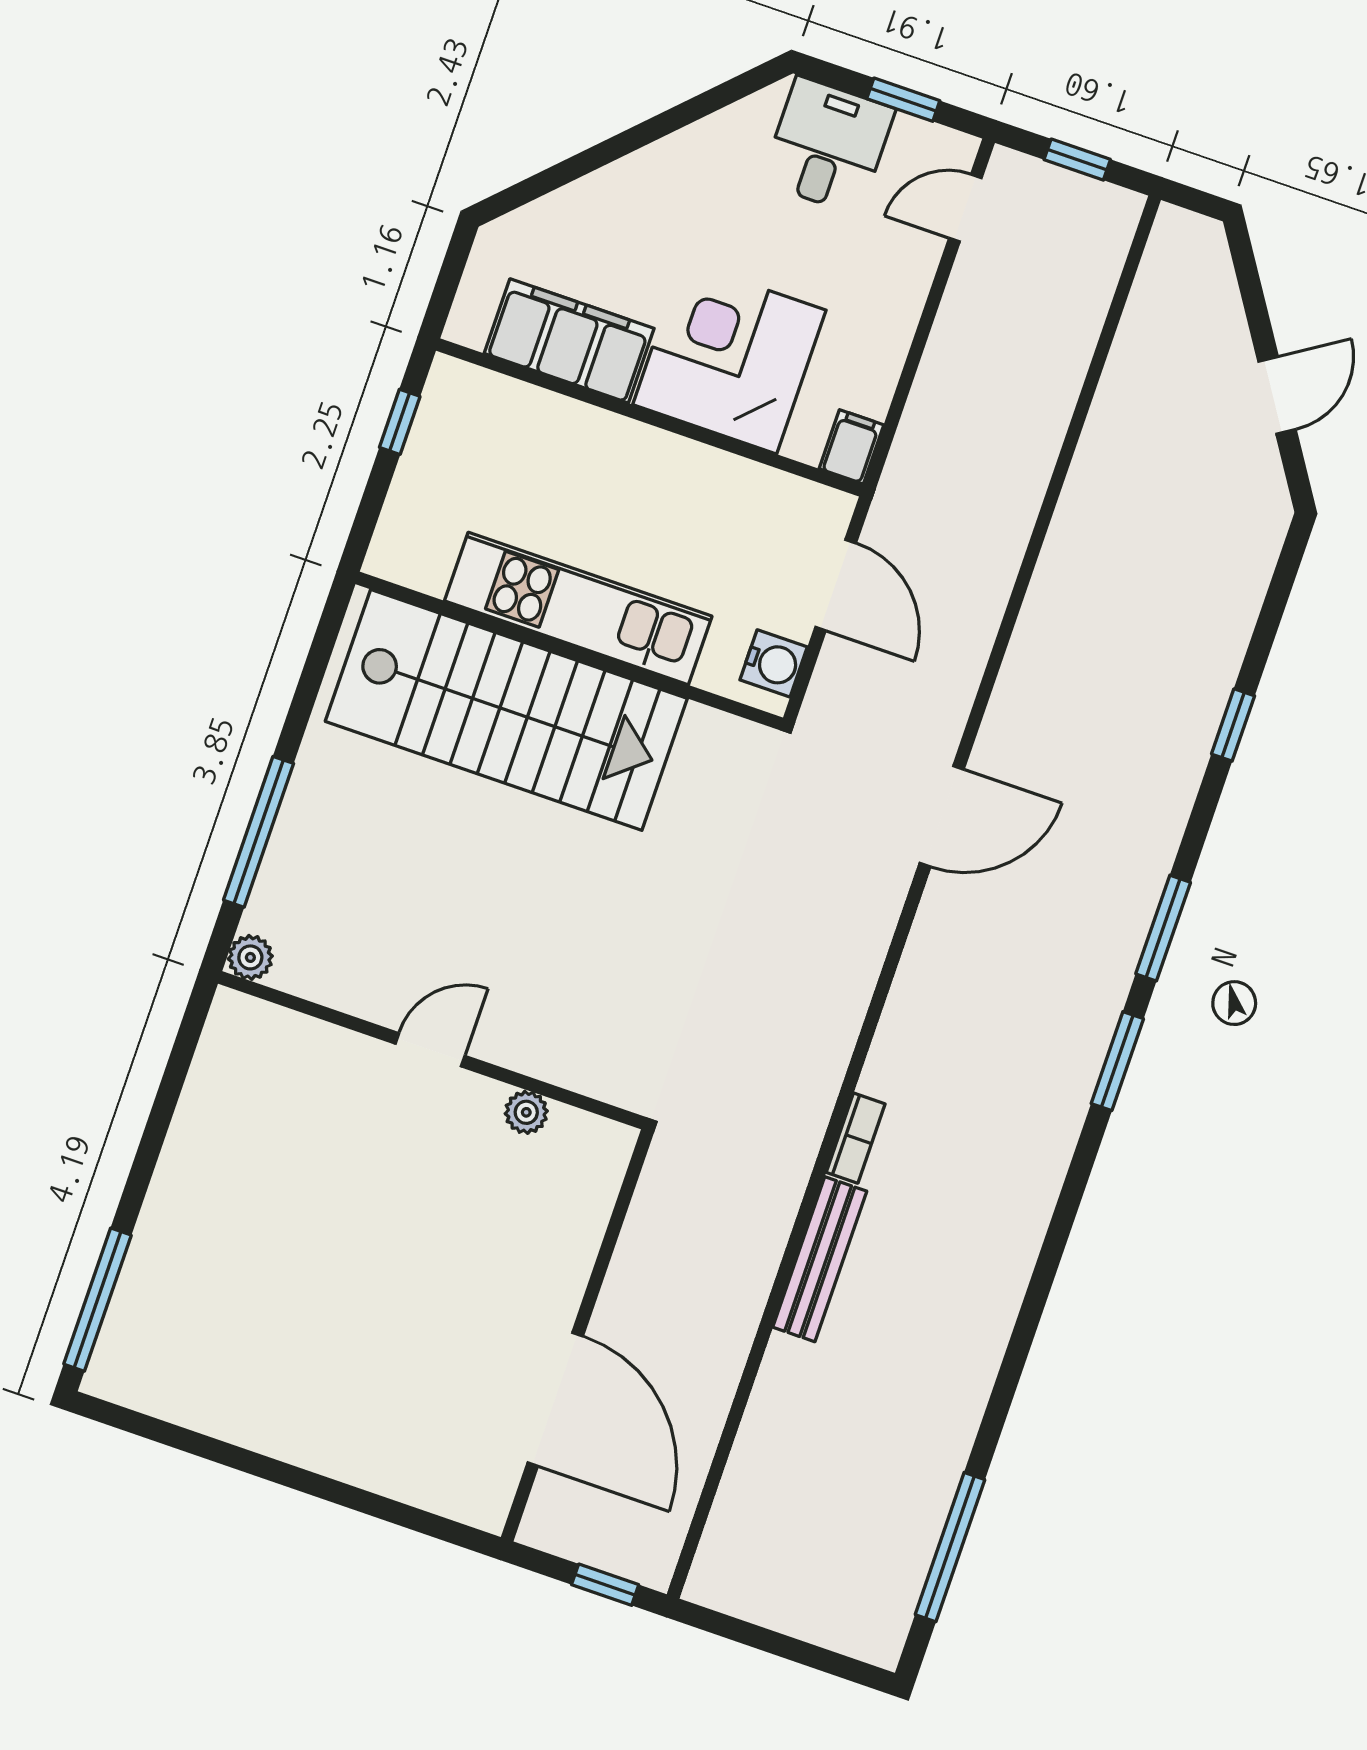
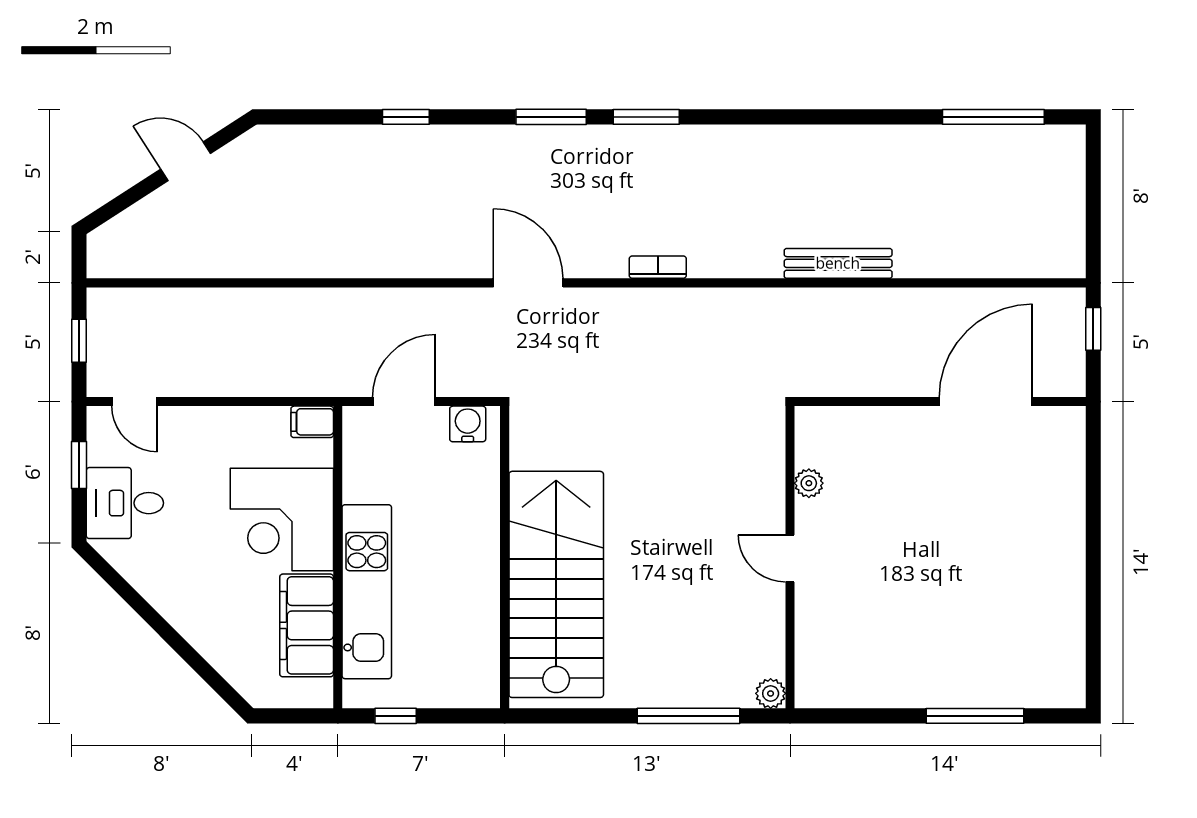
kitchen unit: (578, 609) -> (367, 592), moved, turned 180
bookcase: (856, 1138) -> (658, 267), moved
window: (97, 1300) -> (975, 716), moved

